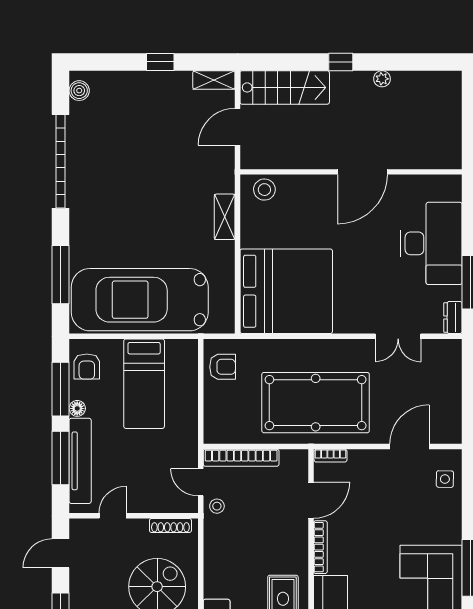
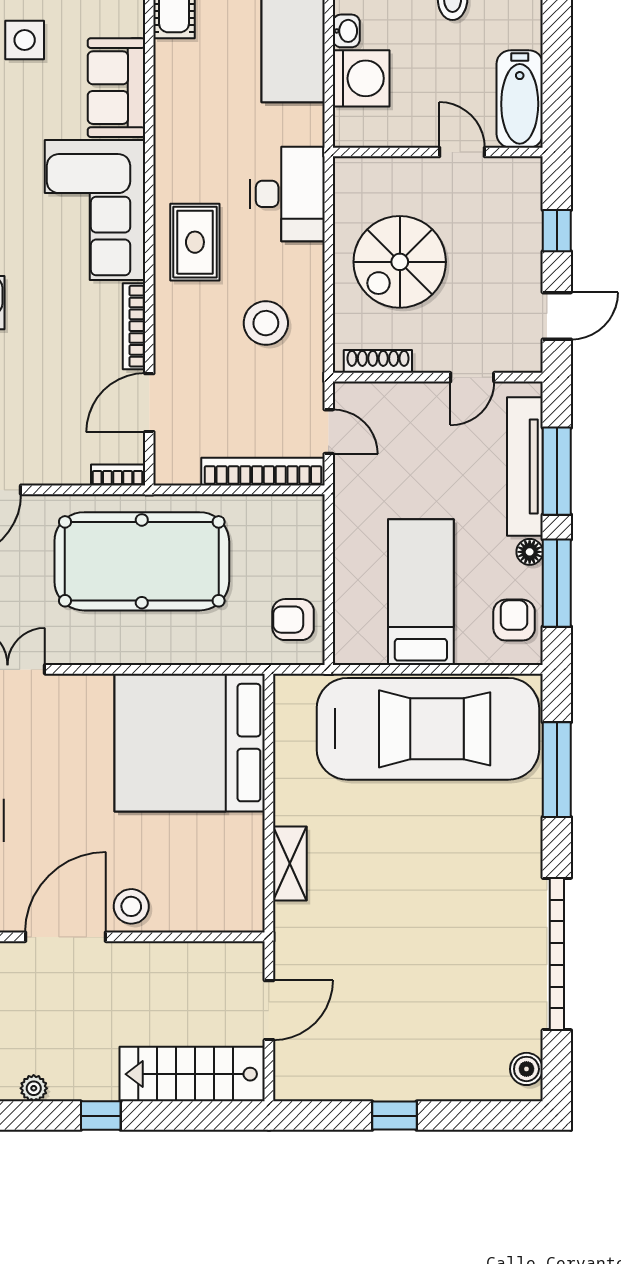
shelving: (214, 80) -> (307, 1086), removed
stool: (264, 190) -> (131, 906), moved
stool: (217, 506) -> (266, 323), moved, width x1.89, depth x1.89

